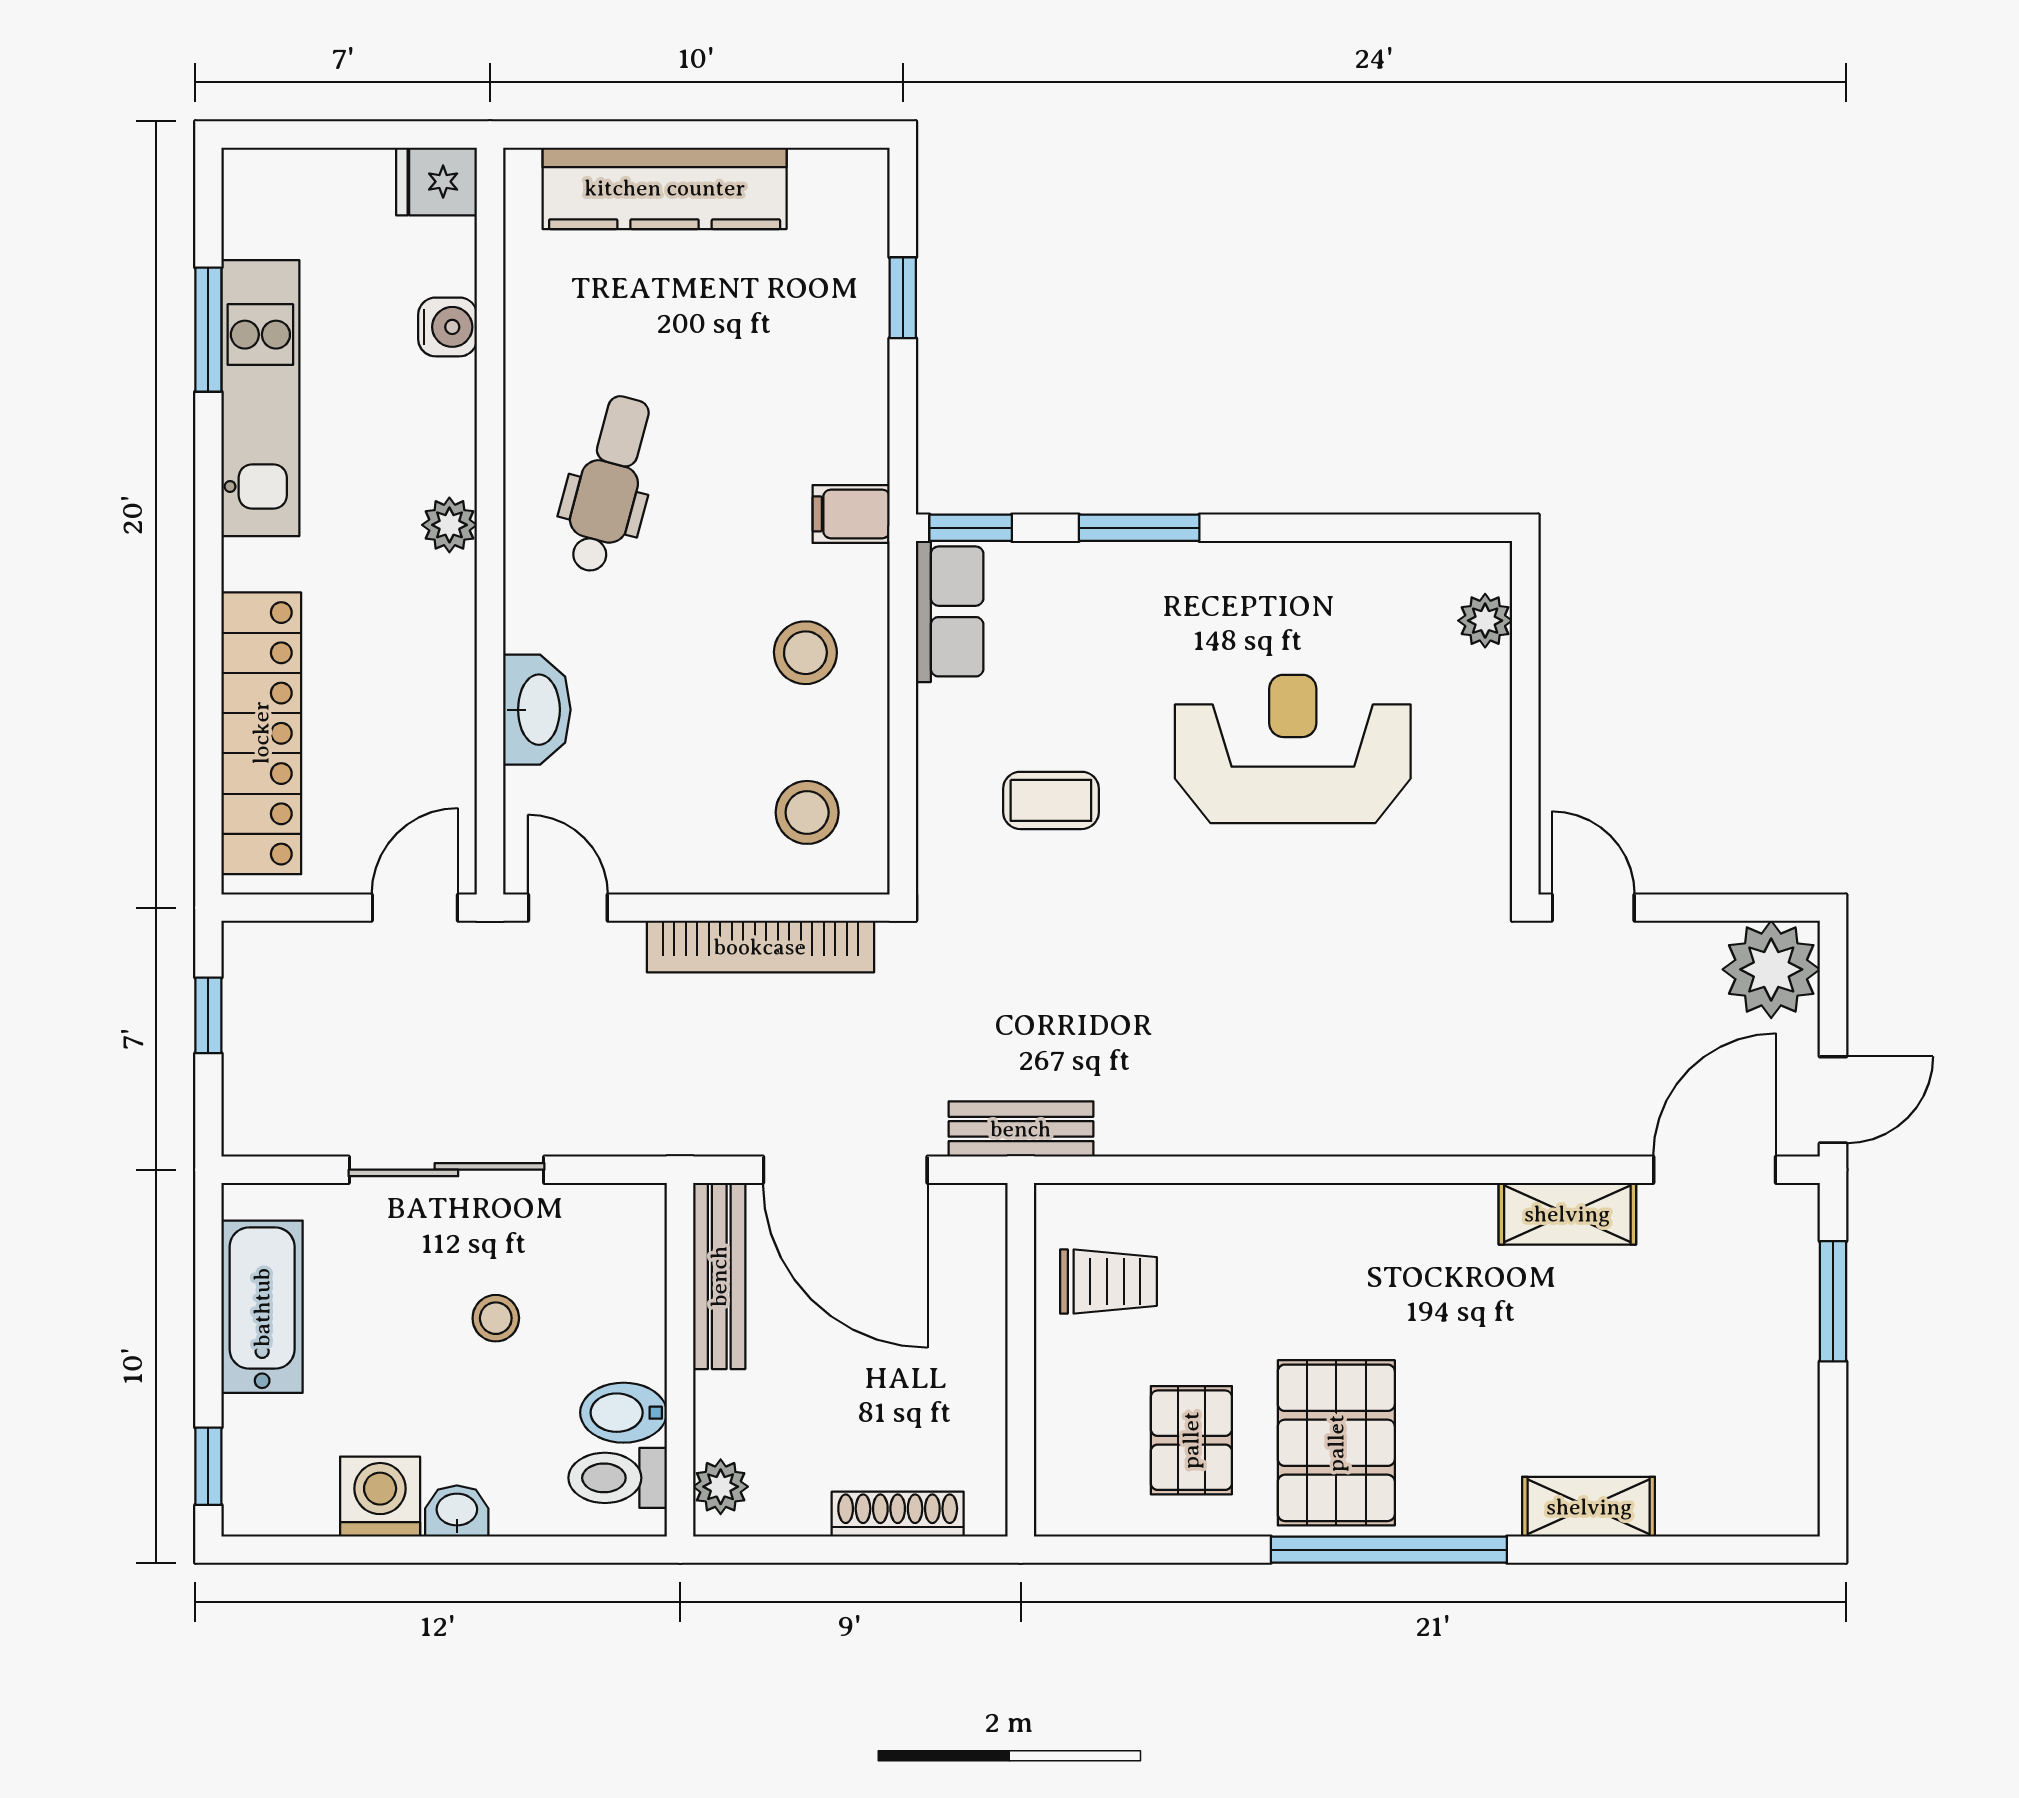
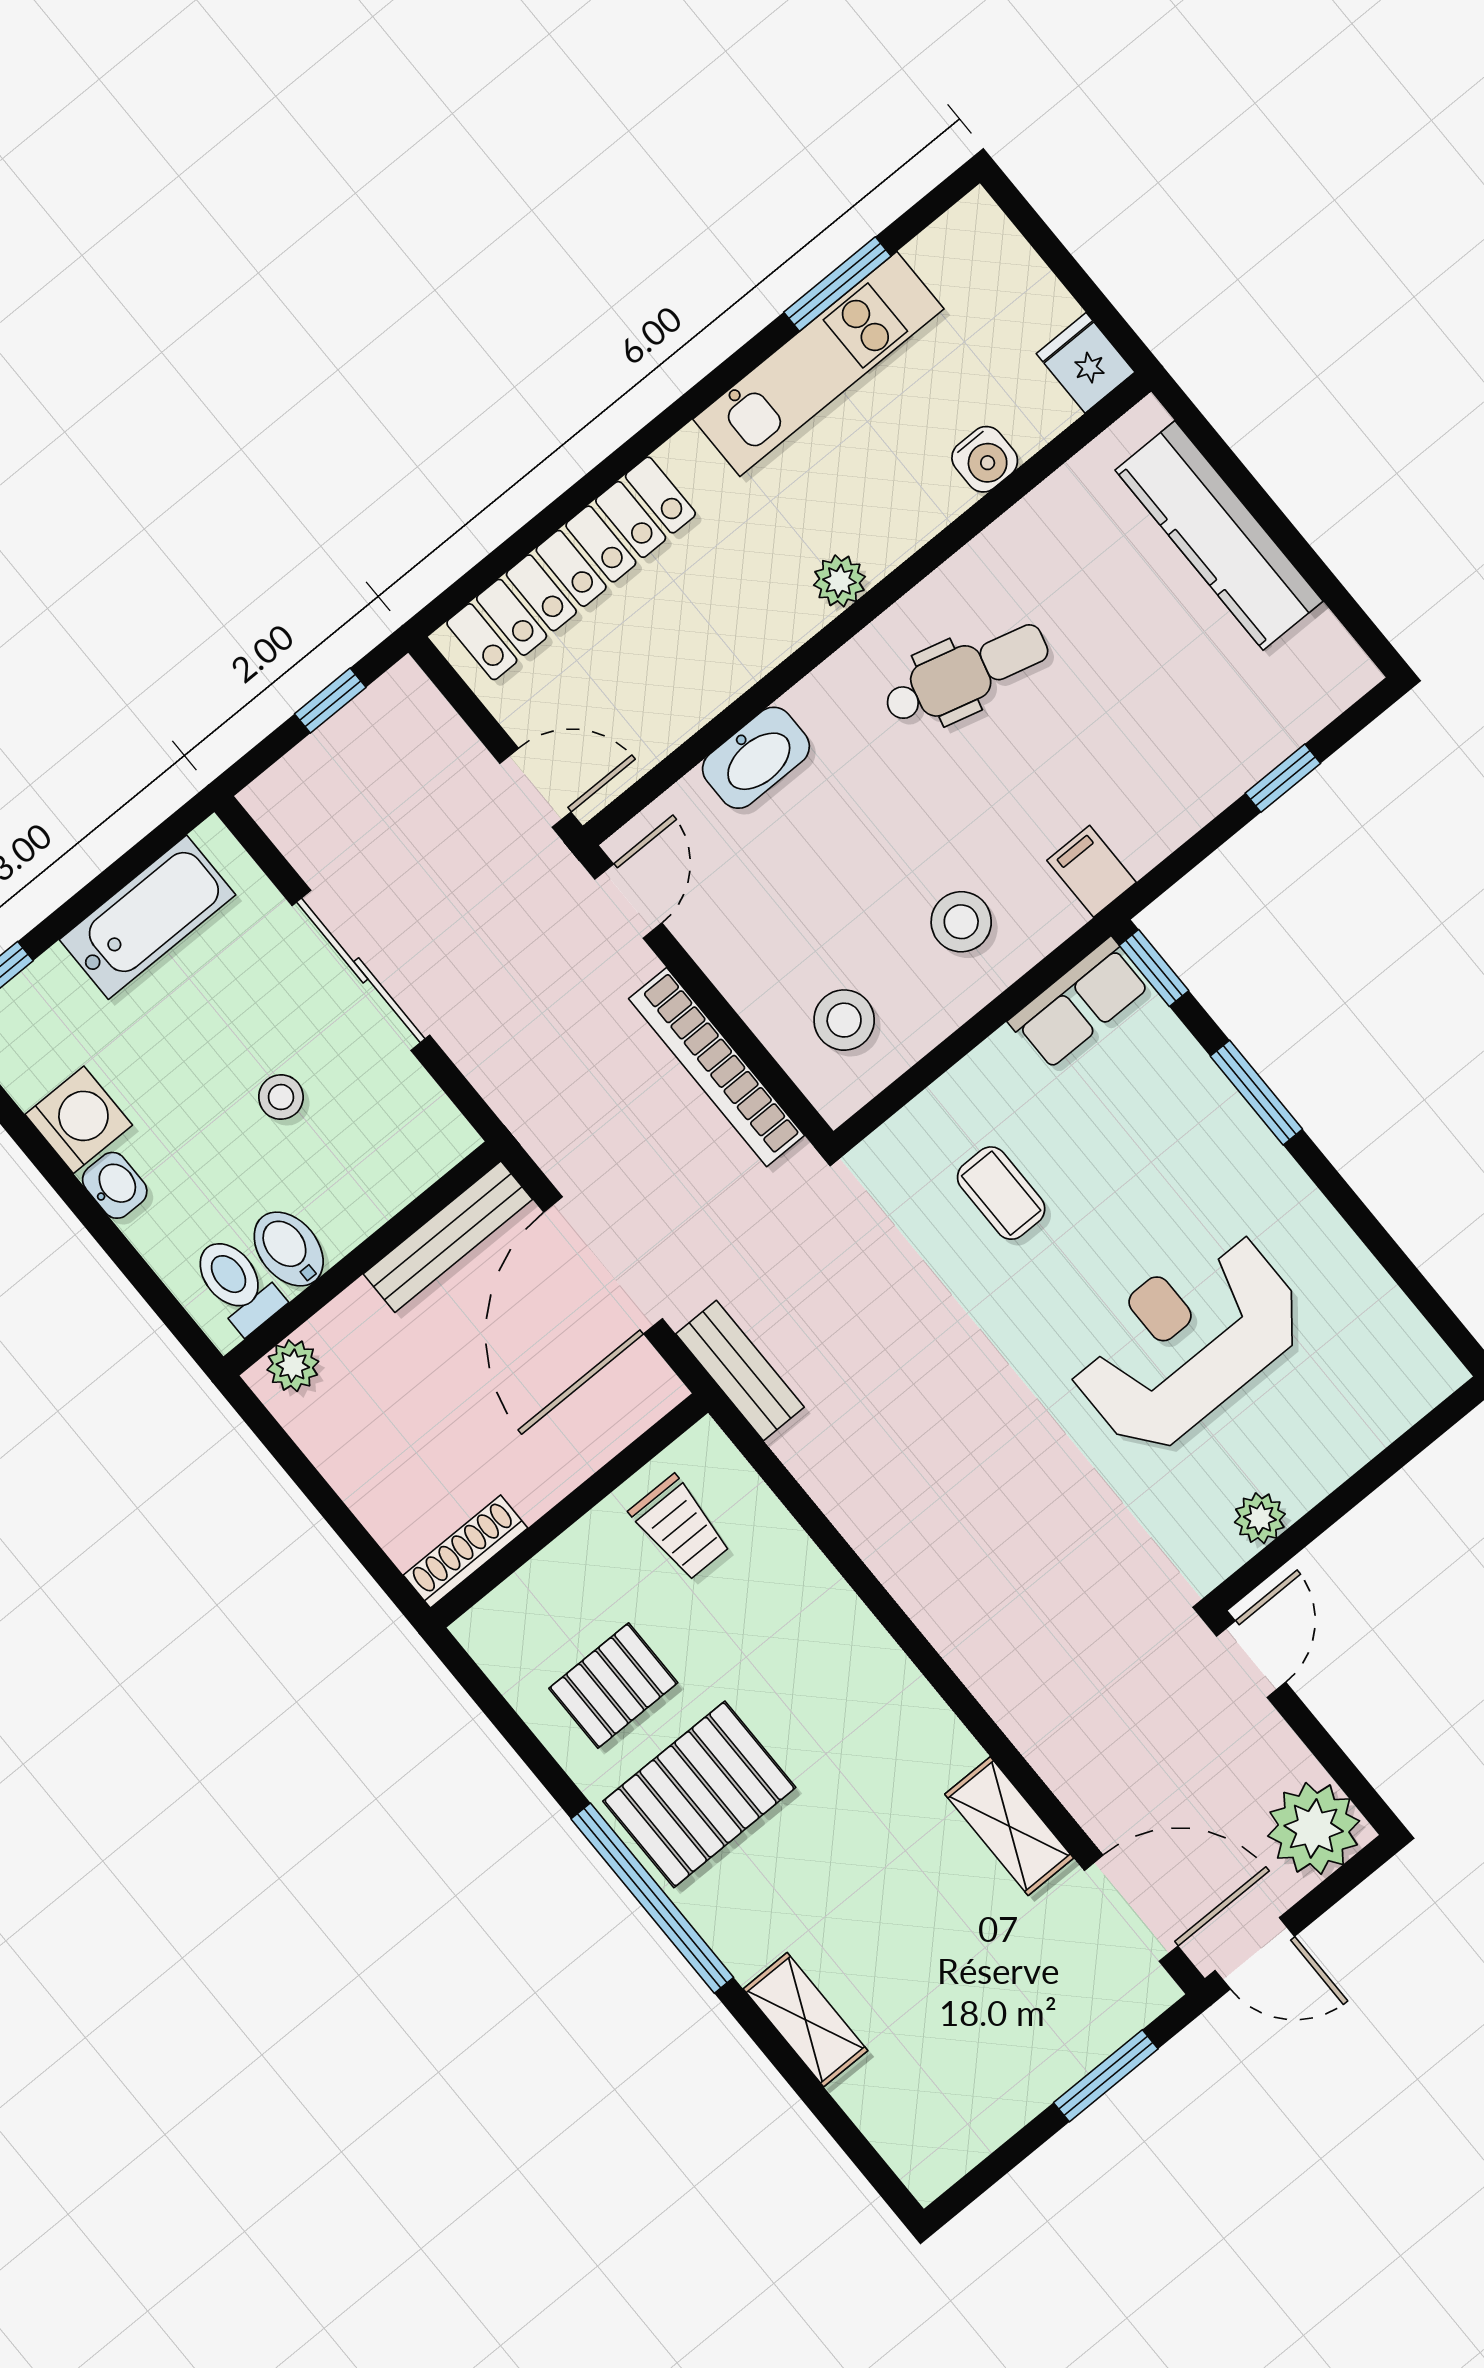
plant: (1485, 621) -> (1260, 1518), moved
reception desk: (1293, 749) -> (1186, 1341), turned -90
shoe rack: (898, 1514) -> (466, 1552), moved, turned -90

